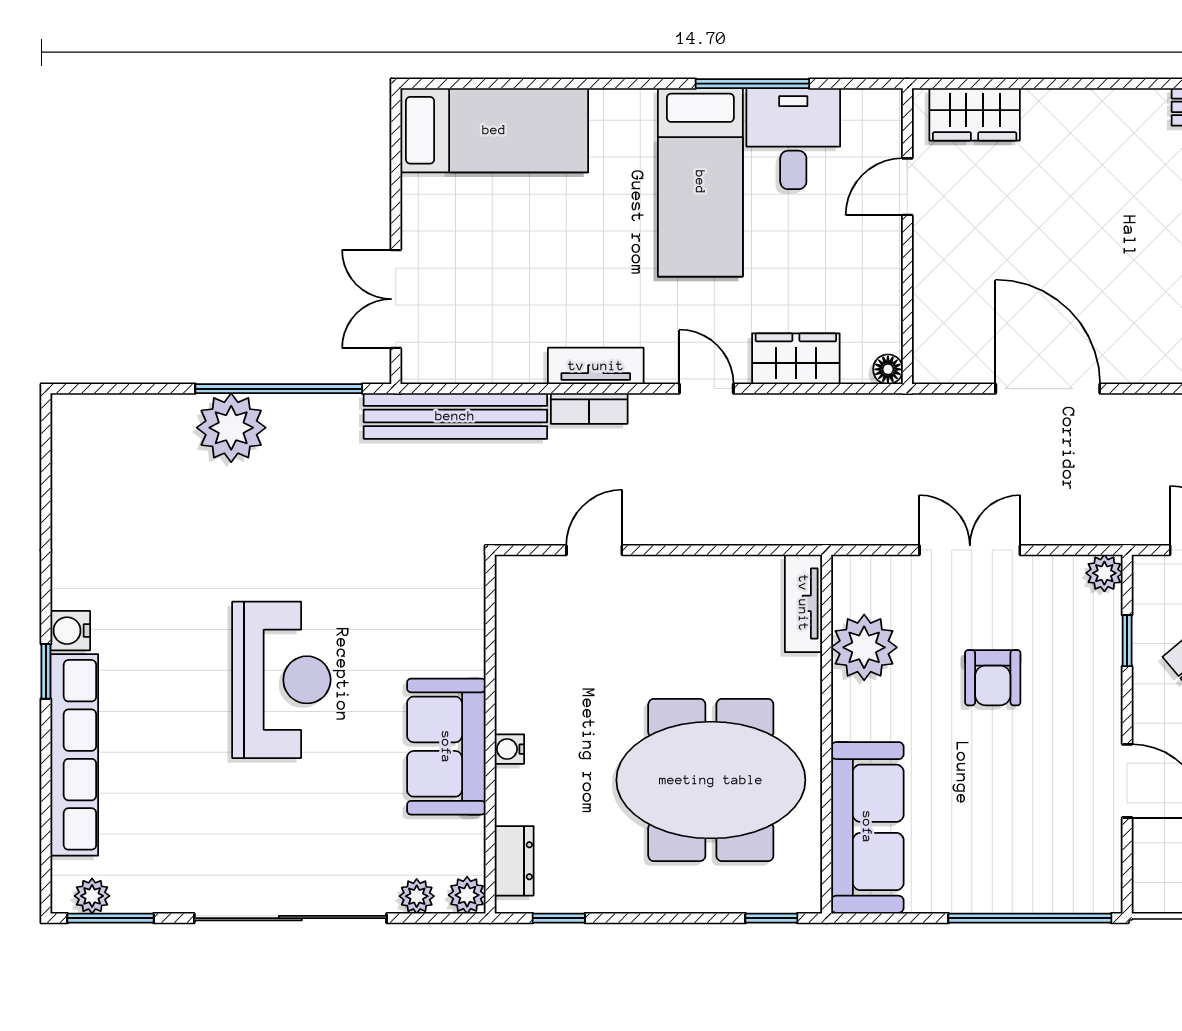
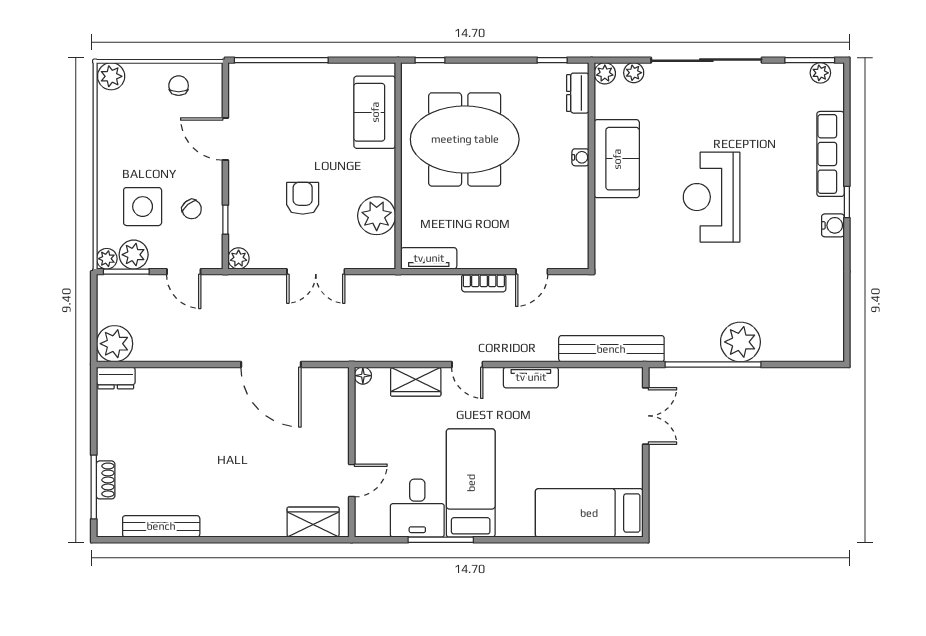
bookcase: (589, 409) -> (484, 283), moved, turned 180
tv unit: (803, 603) -> (429, 258), moved, turned -90
row of seats: (74, 755) -> (831, 154), width x0.73
sofa: (867, 827) -> (375, 112), width x0.73

